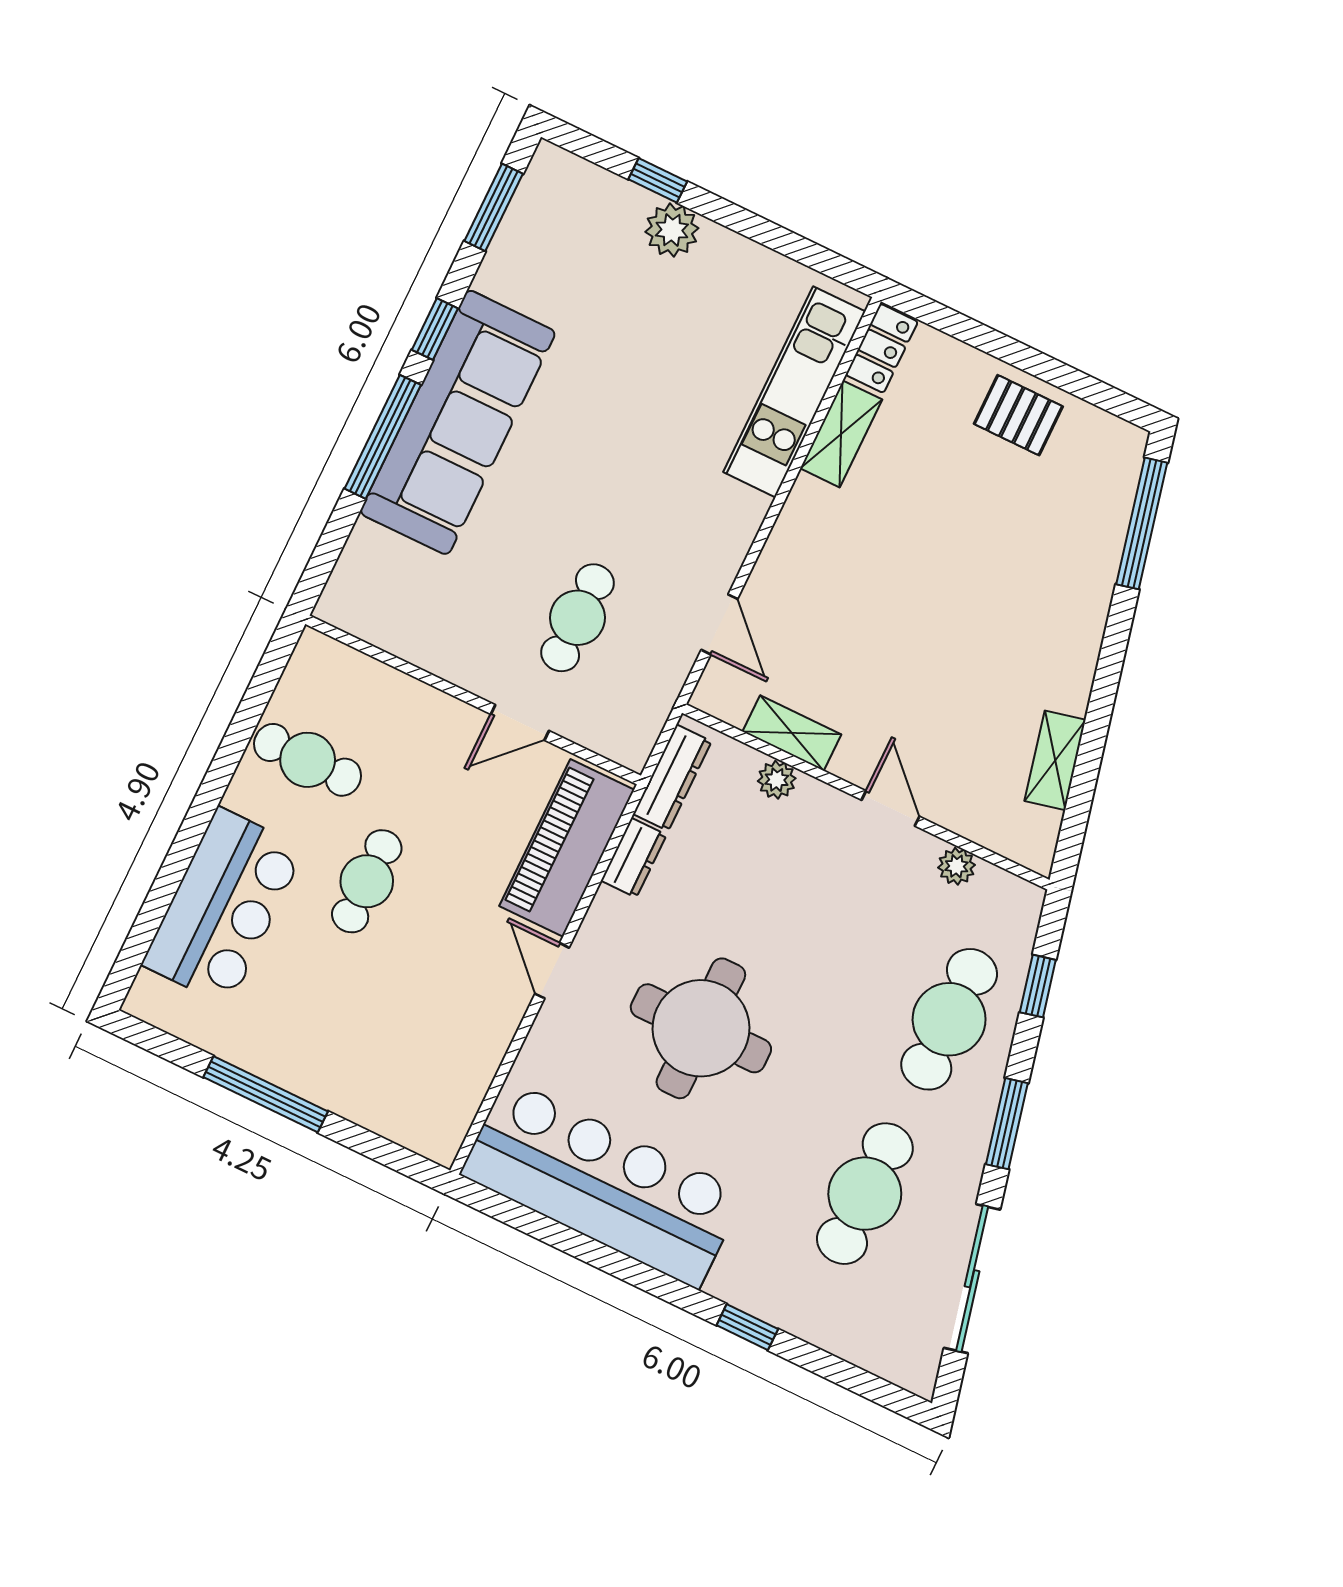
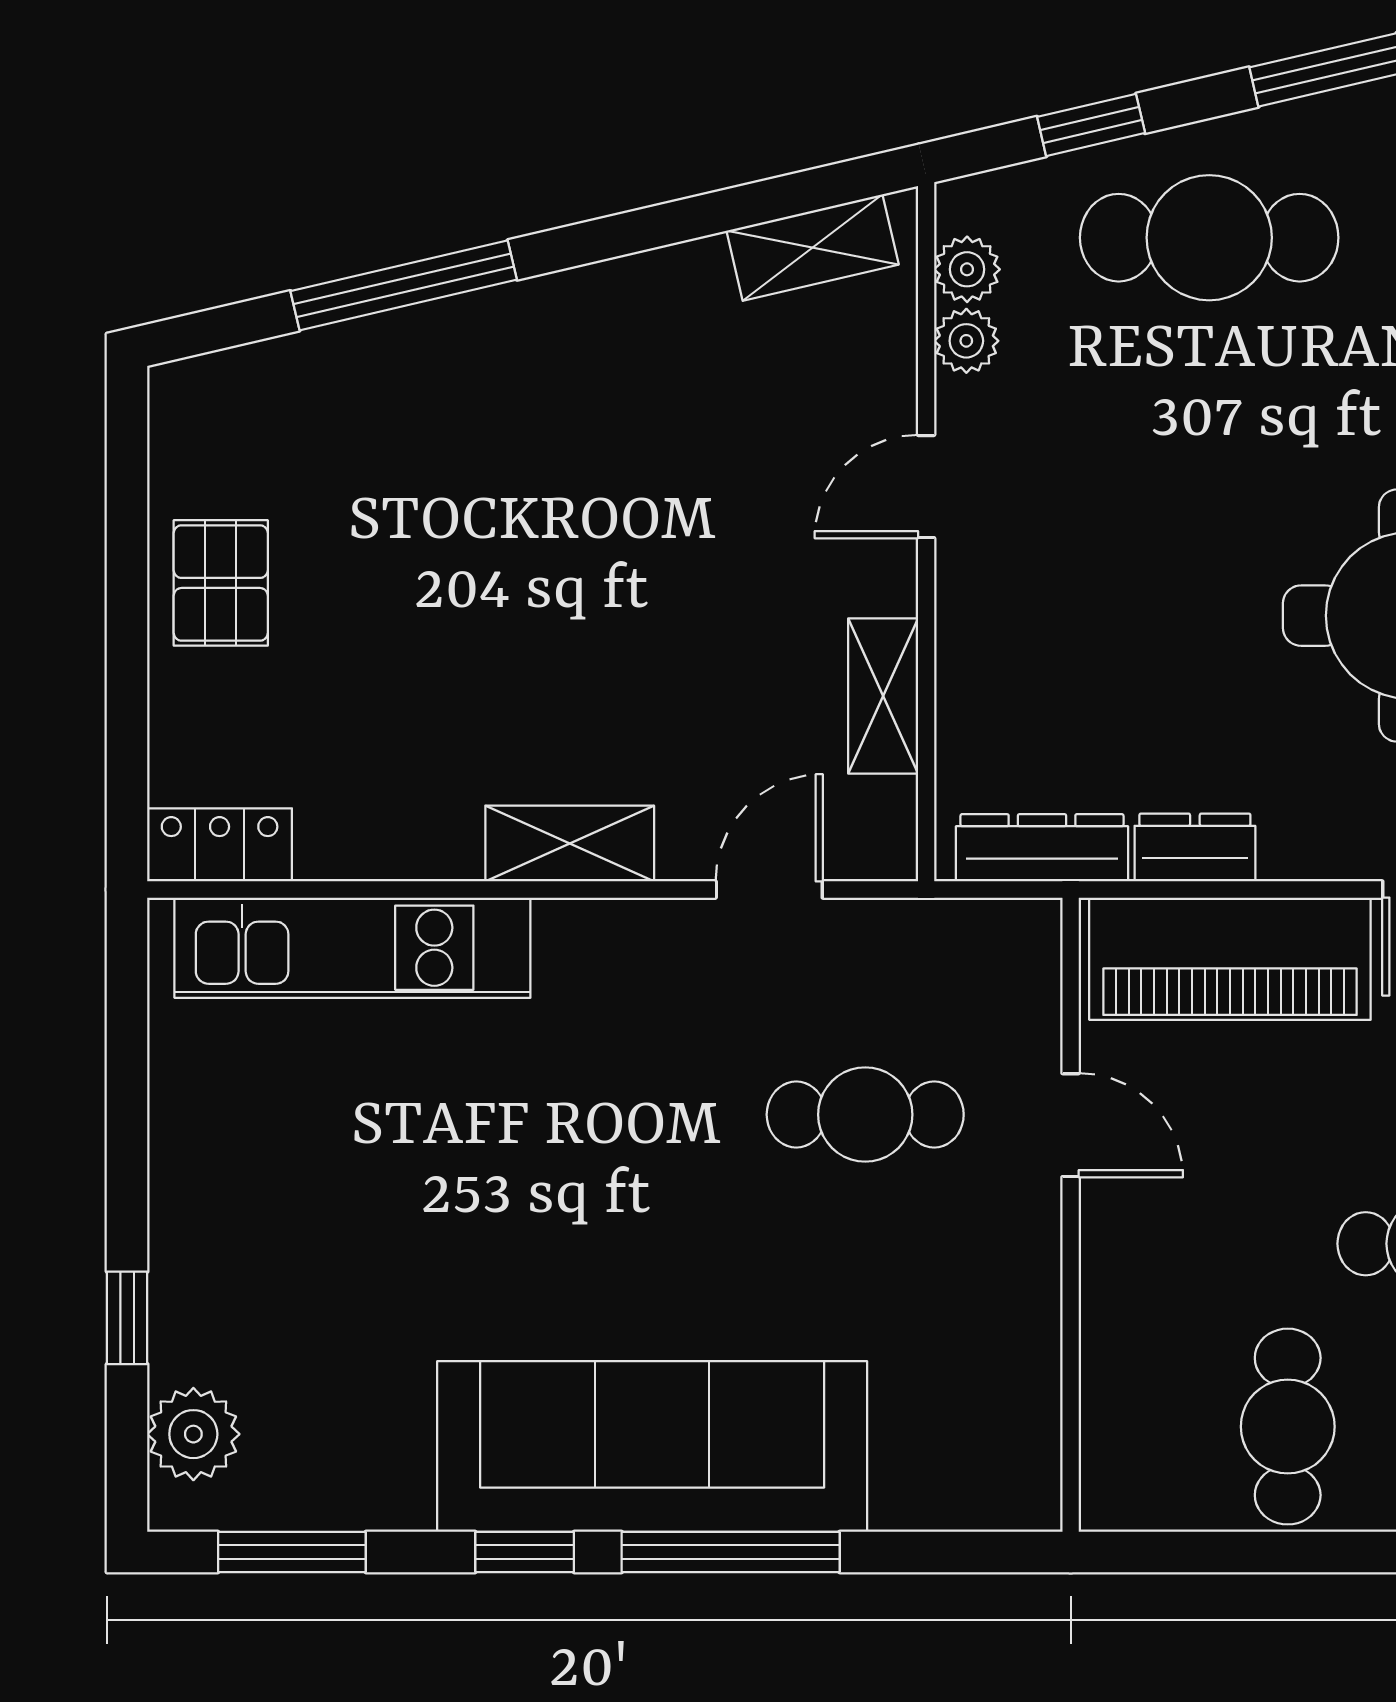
plant: (672, 230) -> (193, 1434), moved
shelving: (841, 434) -> (570, 844), moved
window: (1142, 523) -> (404, 285), moved
shelving: (1055, 760) -> (813, 248), moved
plant: (777, 780) -> (967, 269), moved

